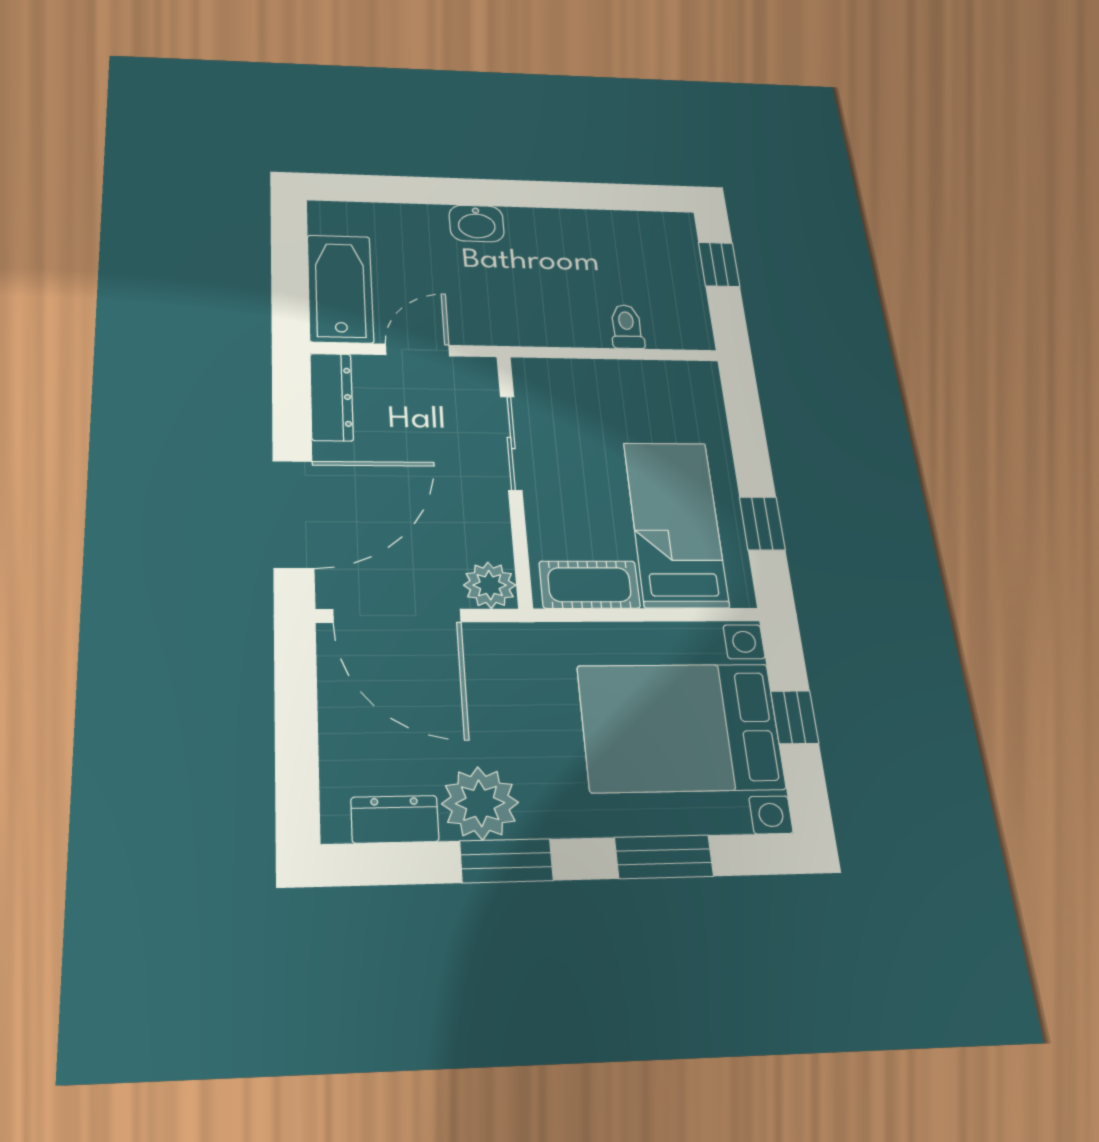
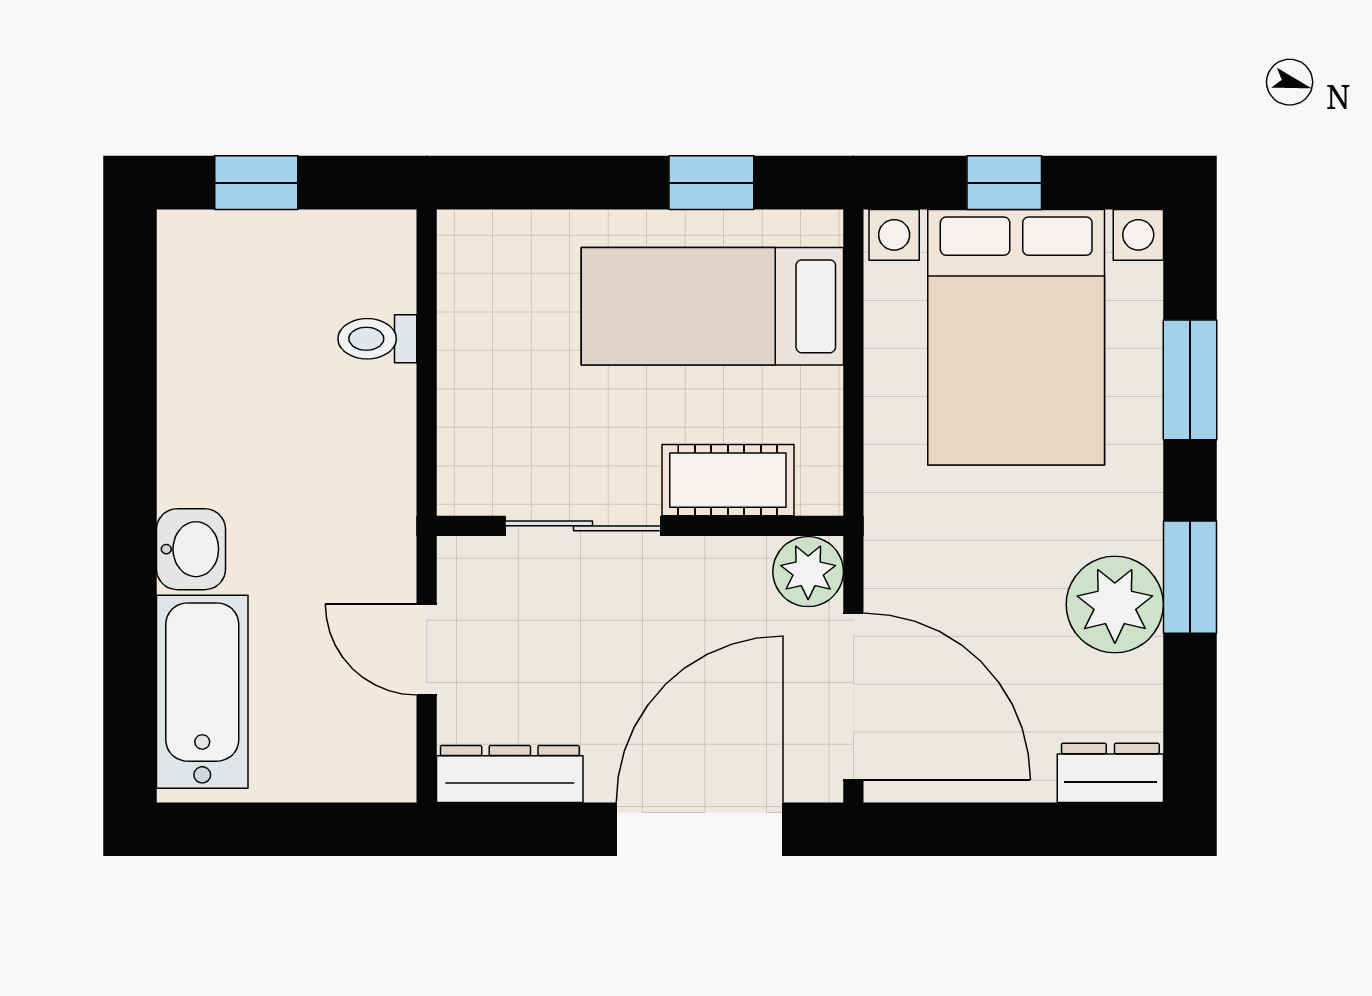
bathtub: (340, 289) -> (202, 692), moved, turned 90
door: (293, 514) -> (700, 829), hinge flipped
cot: (589, 585) -> (728, 480), moved, turned 90
door: (397, 616) -> (853, 696), hinge flipped
dresser: (395, 819) -> (1110, 773), moved, turned 90

